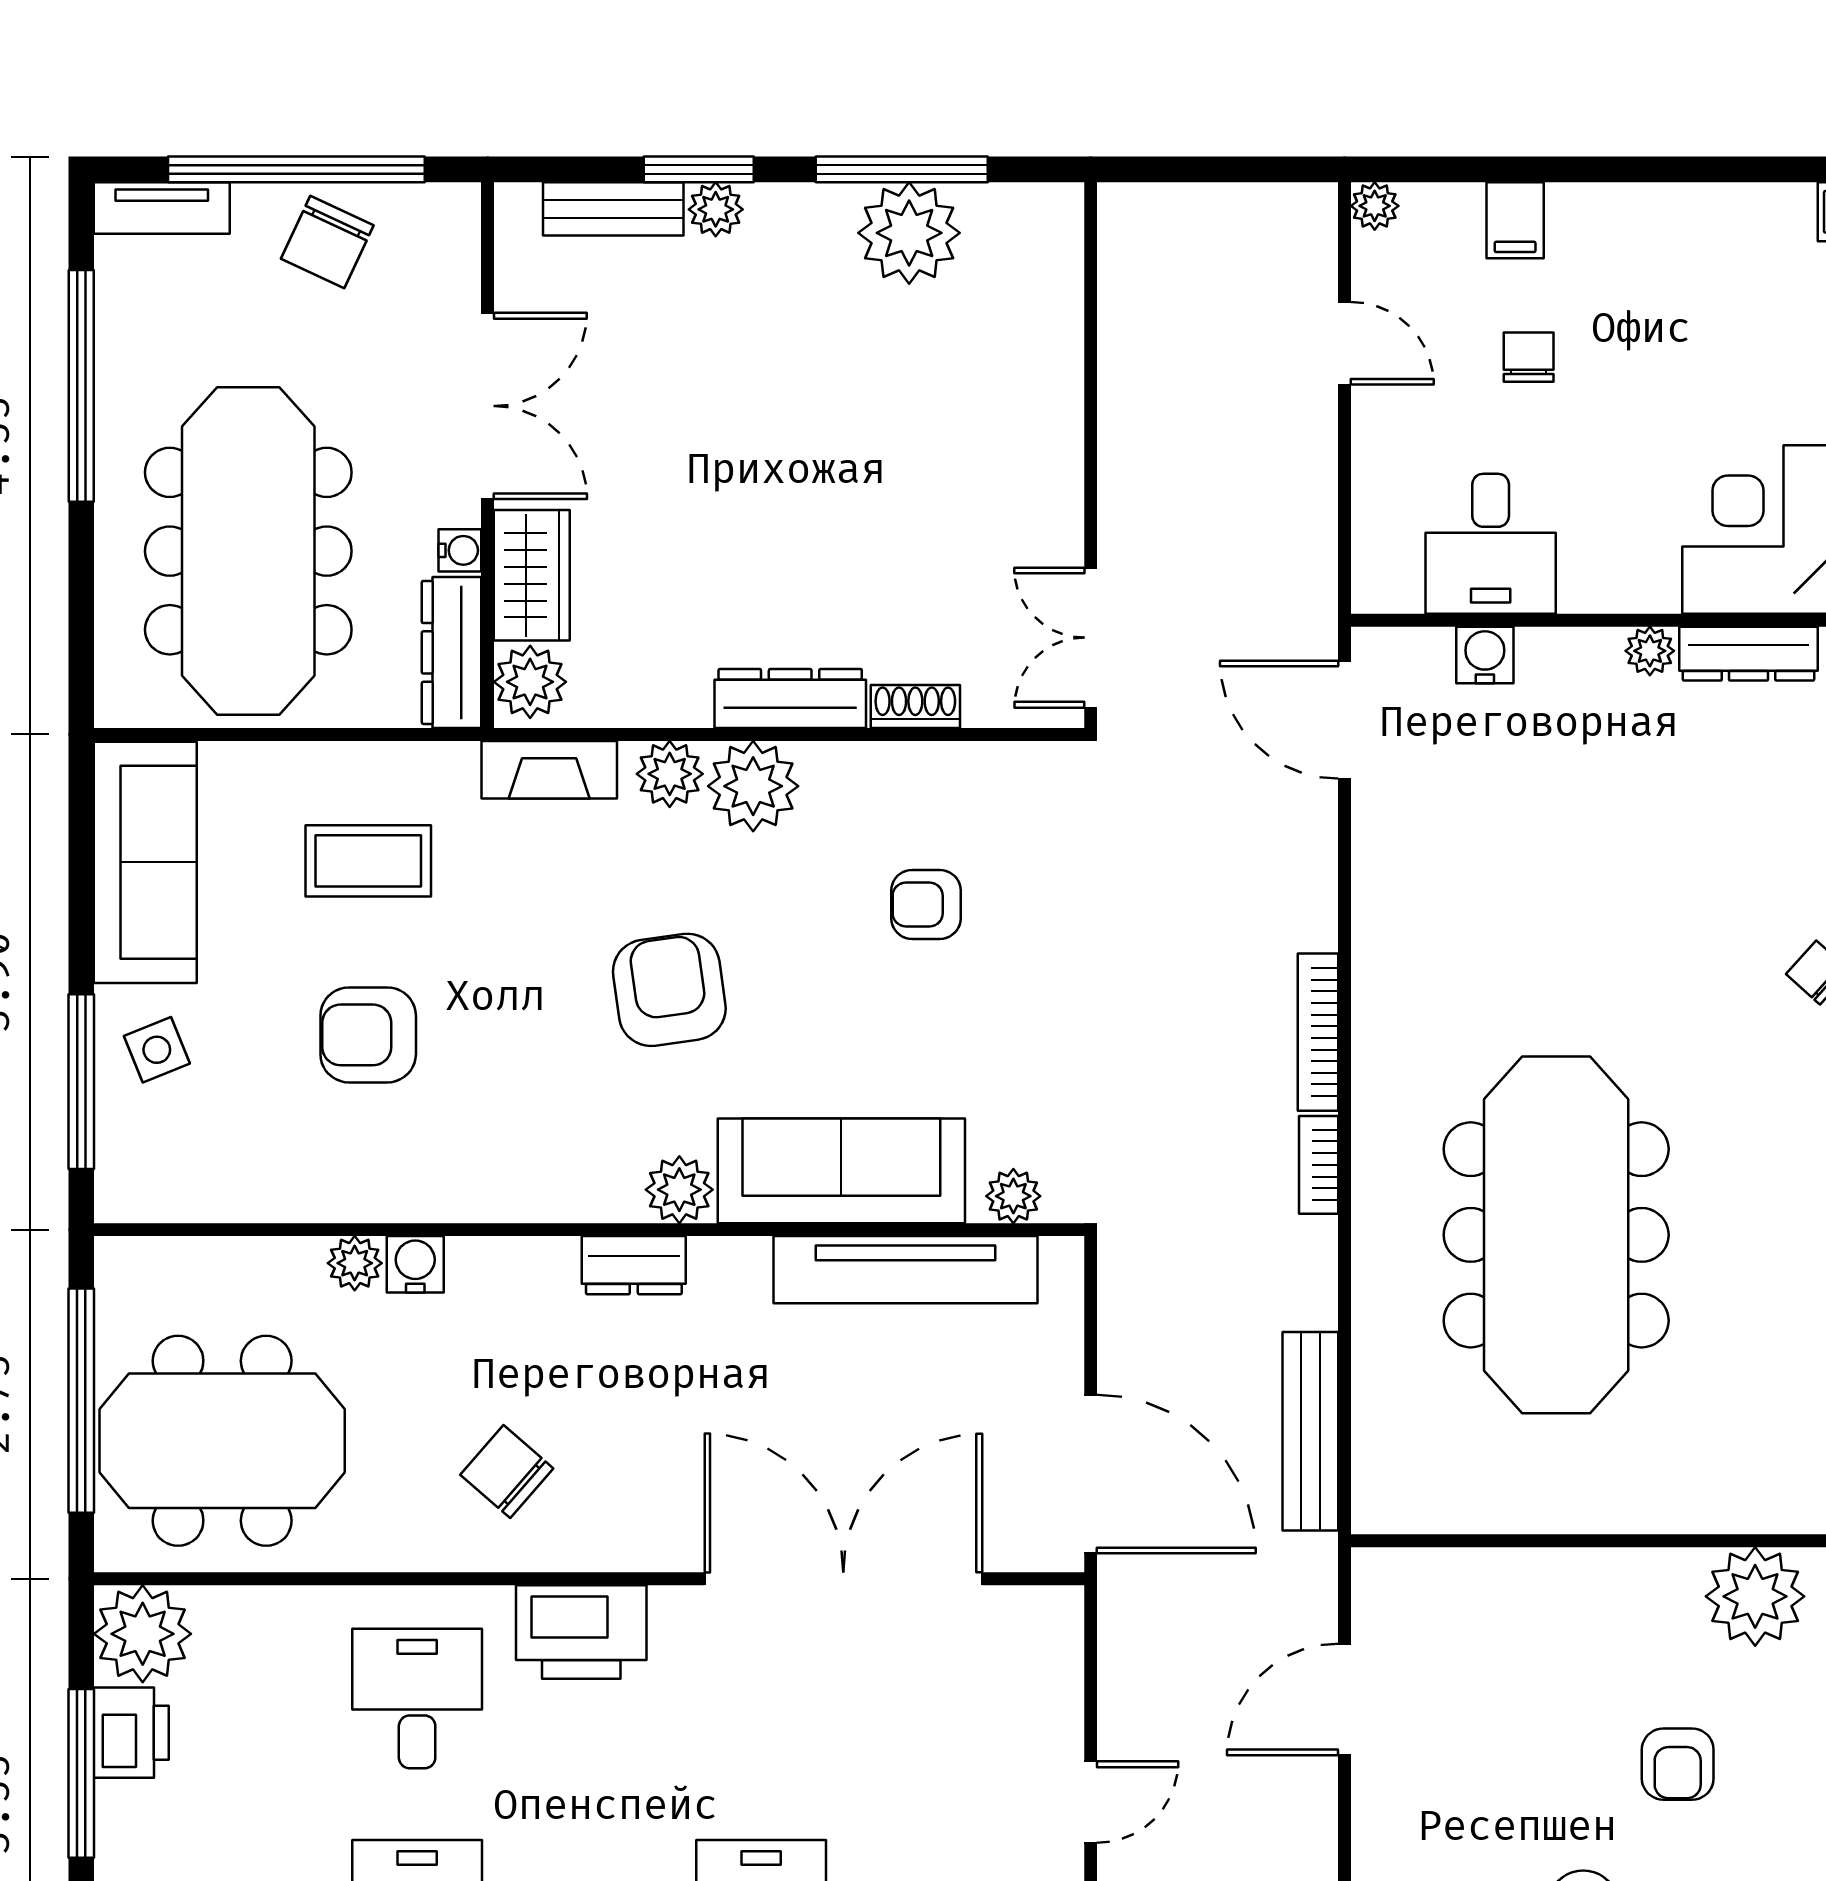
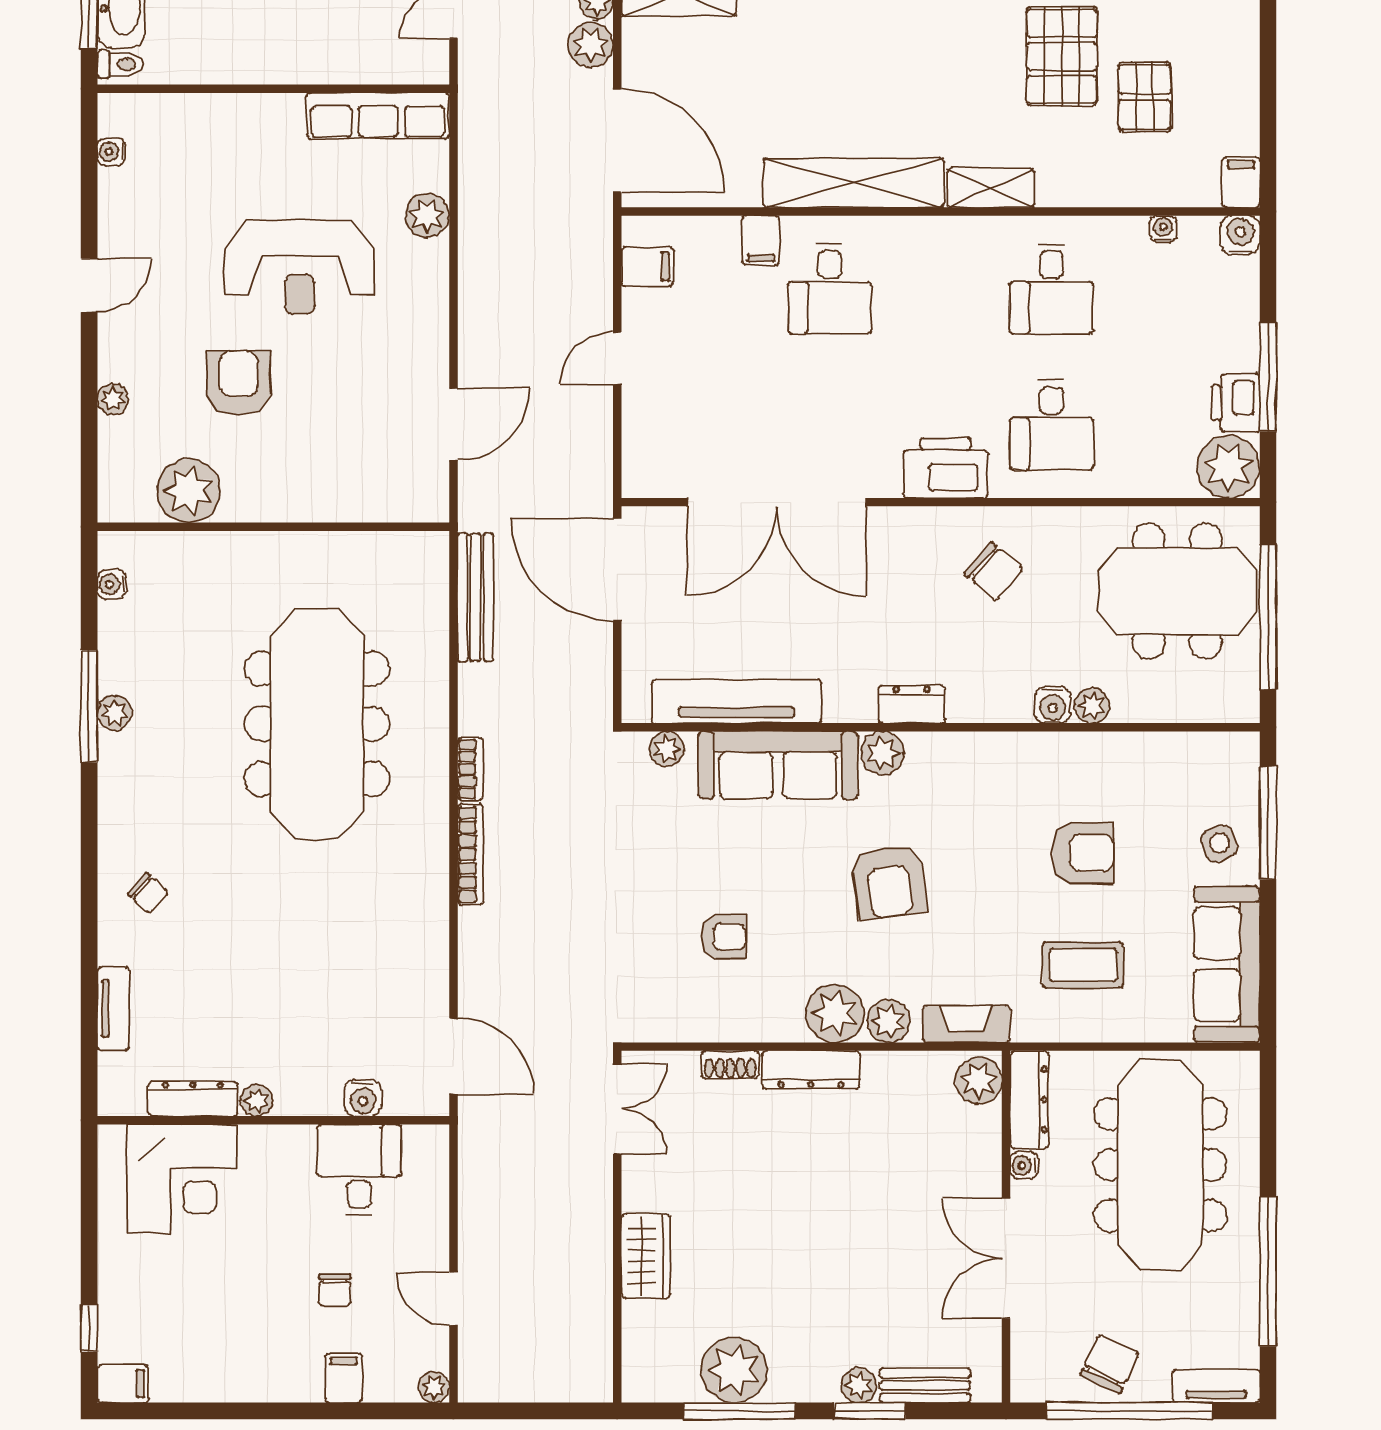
wardrobe: (532, 575) -> (646, 1256), moved, turned 180
armchair: (1678, 1764) -> (239, 383), width x1.38, depth x1.38

